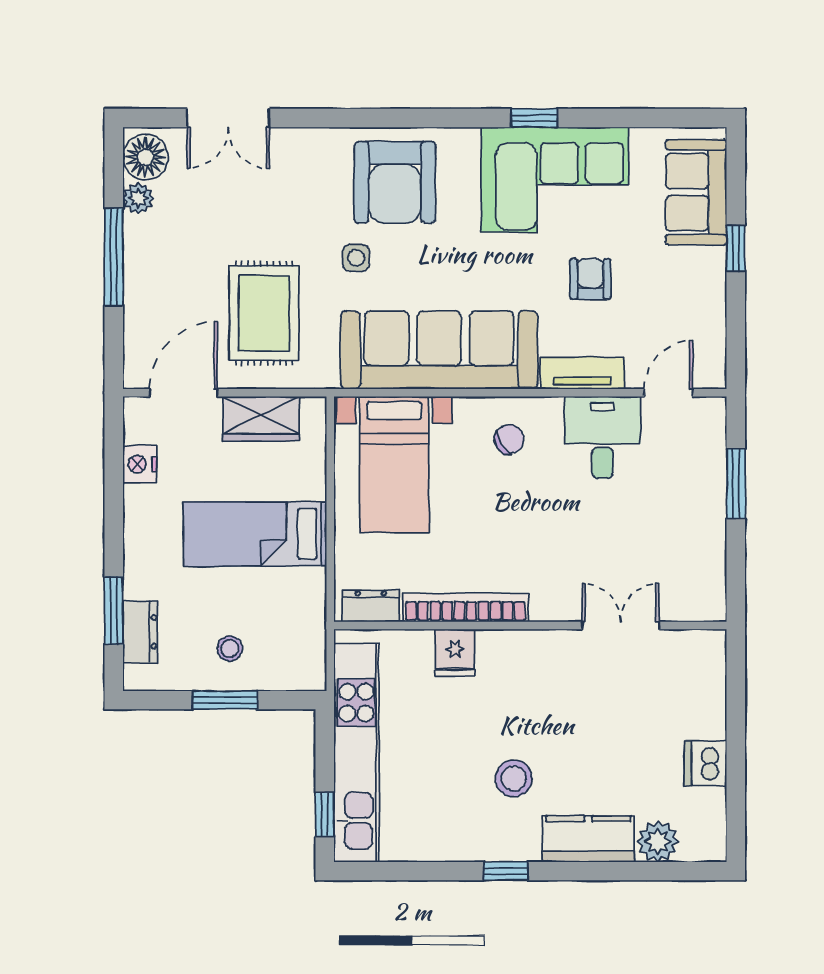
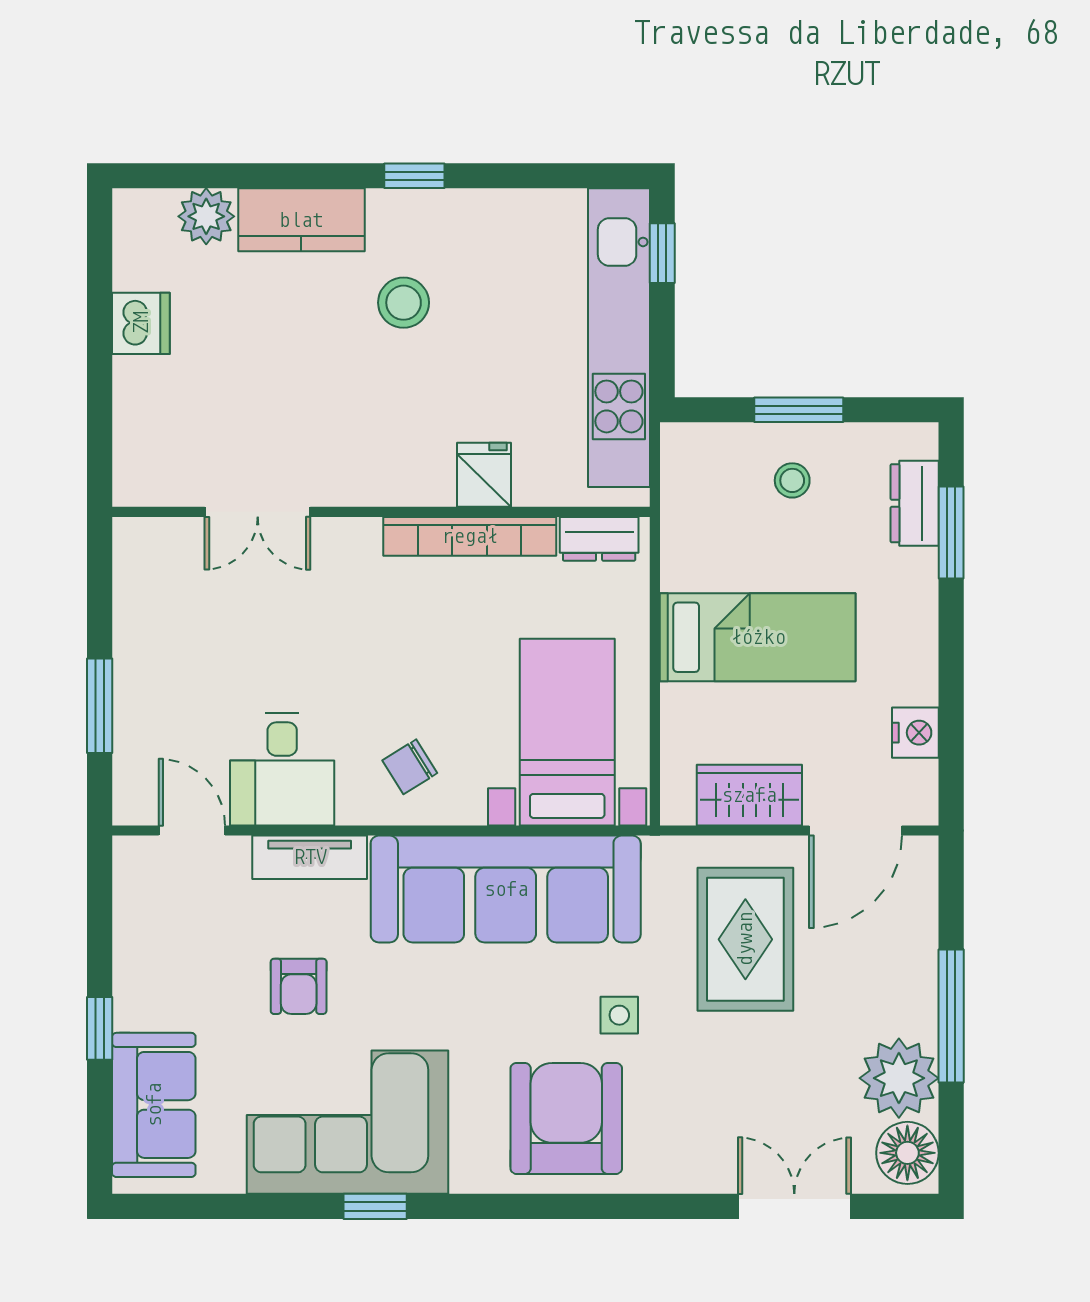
plant: (138, 198) -> (899, 1078), width x1.87, depth x1.87
door: (668, 393) -> (192, 830), swing flipped

